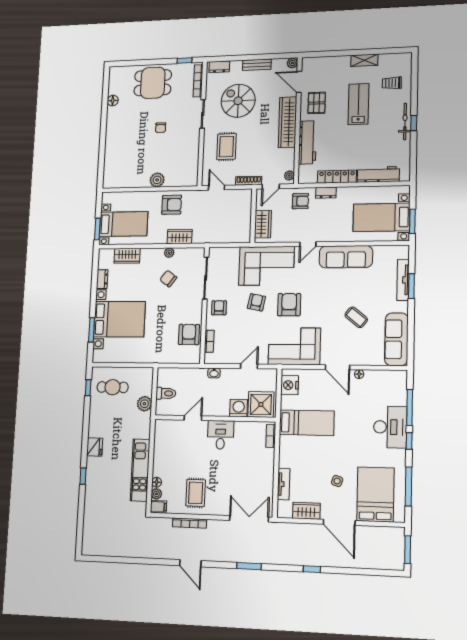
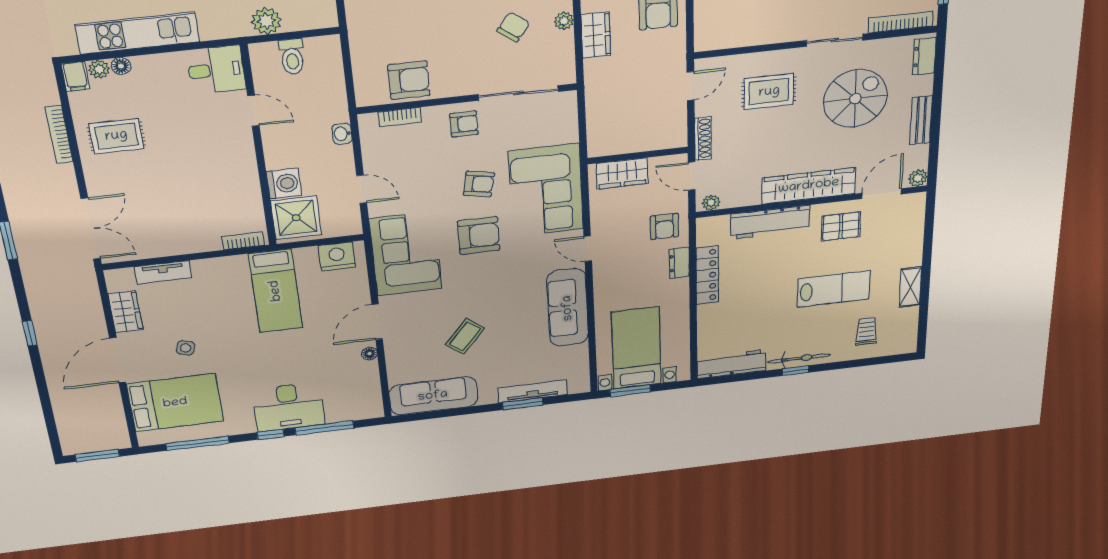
workbench: (378, 174) -> (731, 364), moved, turned -90
desk: (221, 435) -> (216, 70), moved

